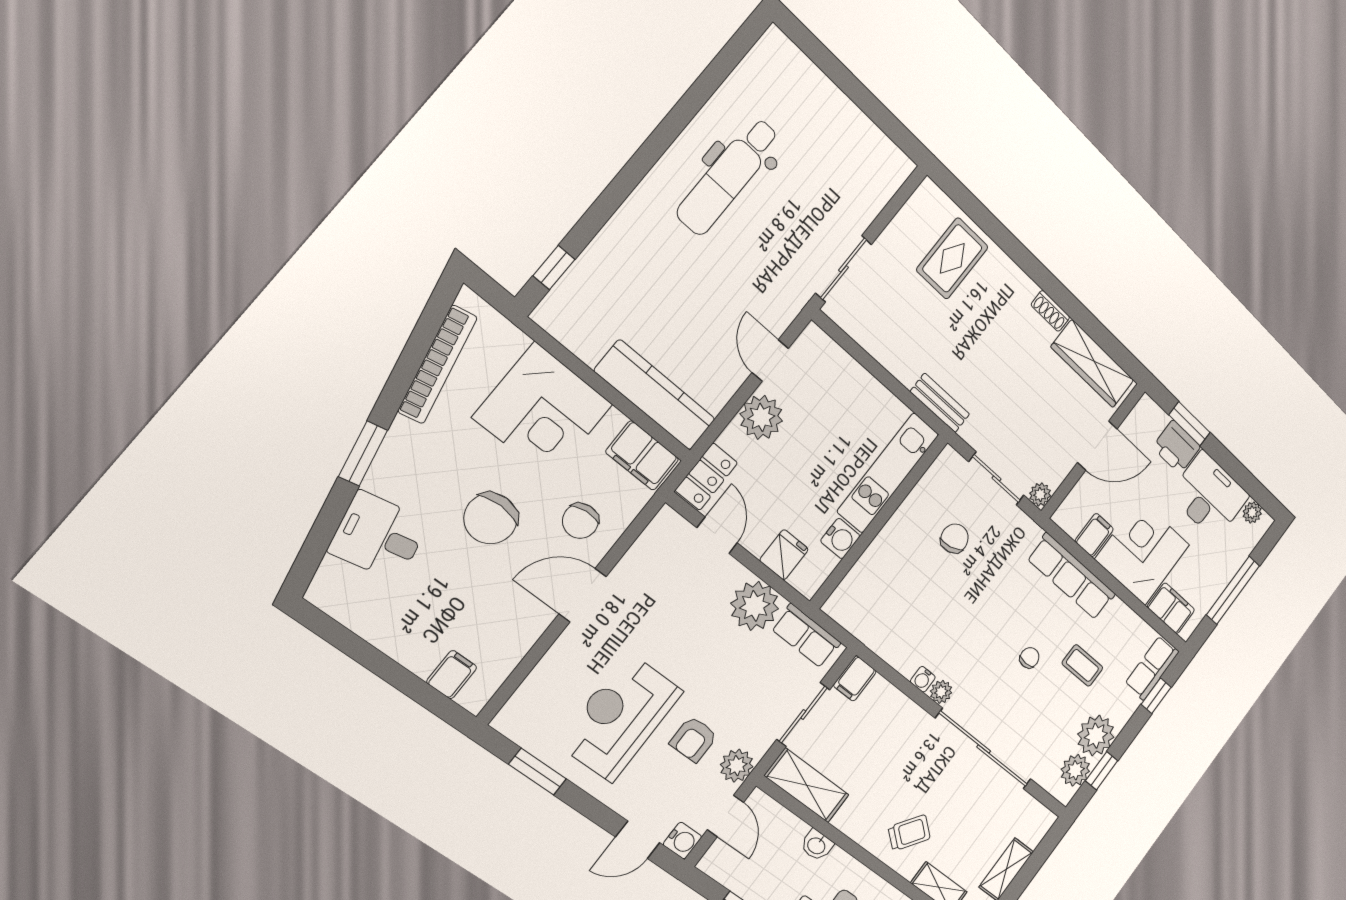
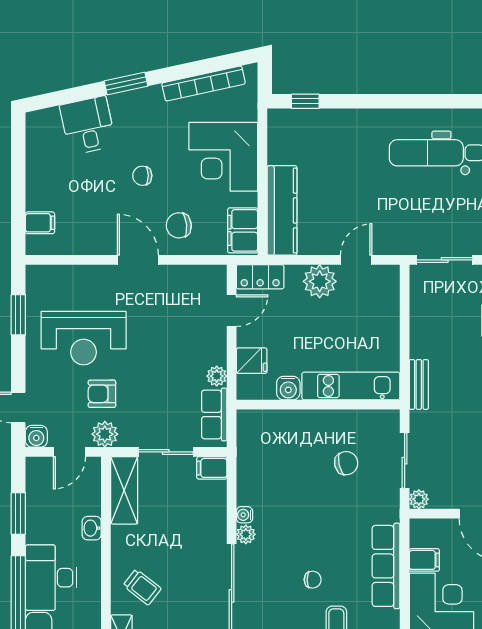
chair: (491, 518) -> (142, 176), width x0.54, depth x0.54
plant: (755, 606) -> (217, 376), width x0.53, depth x0.53
reception desk: (620, 717) -> (84, 338), turned 180

